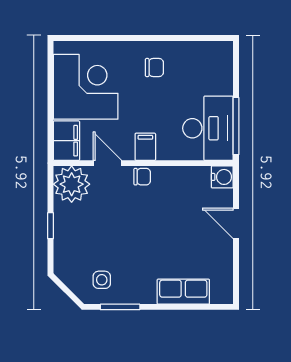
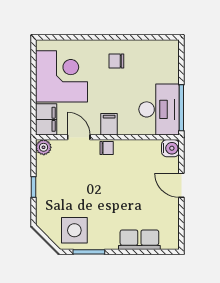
chair: (154, 67) -> (116, 61), turned 180
plant: (72, 184) -> (44, 147), width x0.53, depth x0.53
side table: (102, 280) -> (74, 230), width x1.87, depth x1.87

